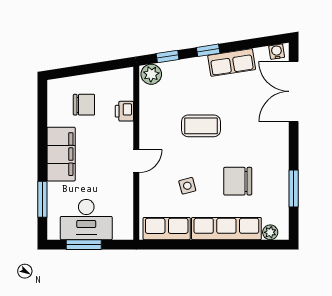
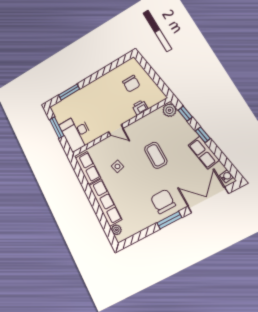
filing cabinet: (61, 154) -> (98, 88), removed
chair: (238, 181) -> (163, 201), moved
window: (294, 189) -> (169, 220), moved
desk: (86, 220) -> (76, 133), moved

